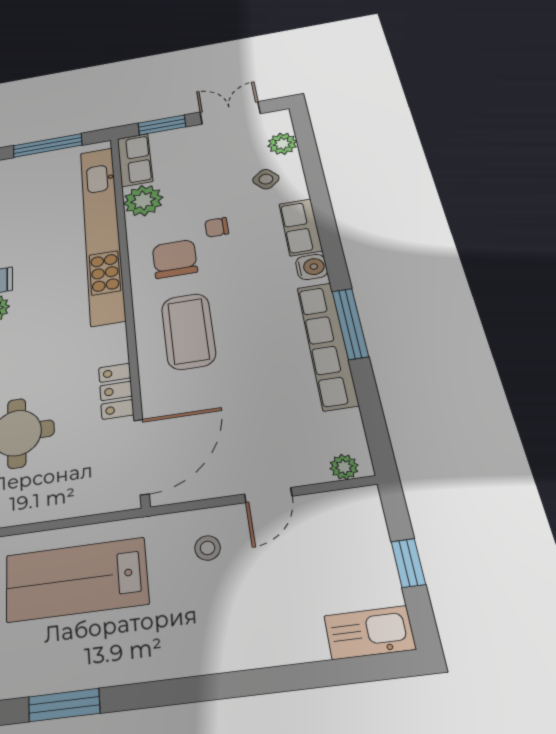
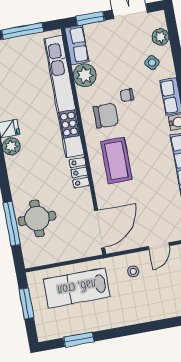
chair: (175, 259) -> (106, 116), turned 90
locker: (116, 391) -> (79, 172), moved

